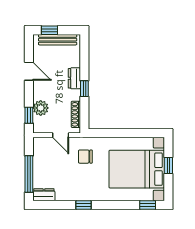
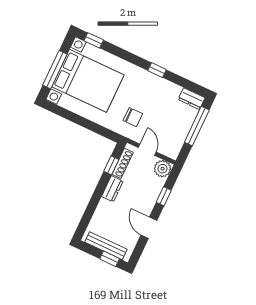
dresser: (74, 78) -> (112, 189), moved
window: (84, 89) -> (111, 165), moved
plant: (41, 108) -> (163, 169), moved
window: (29, 115) -> (164, 196), moved
window: (168, 166) -> (55, 70), width x2.17

